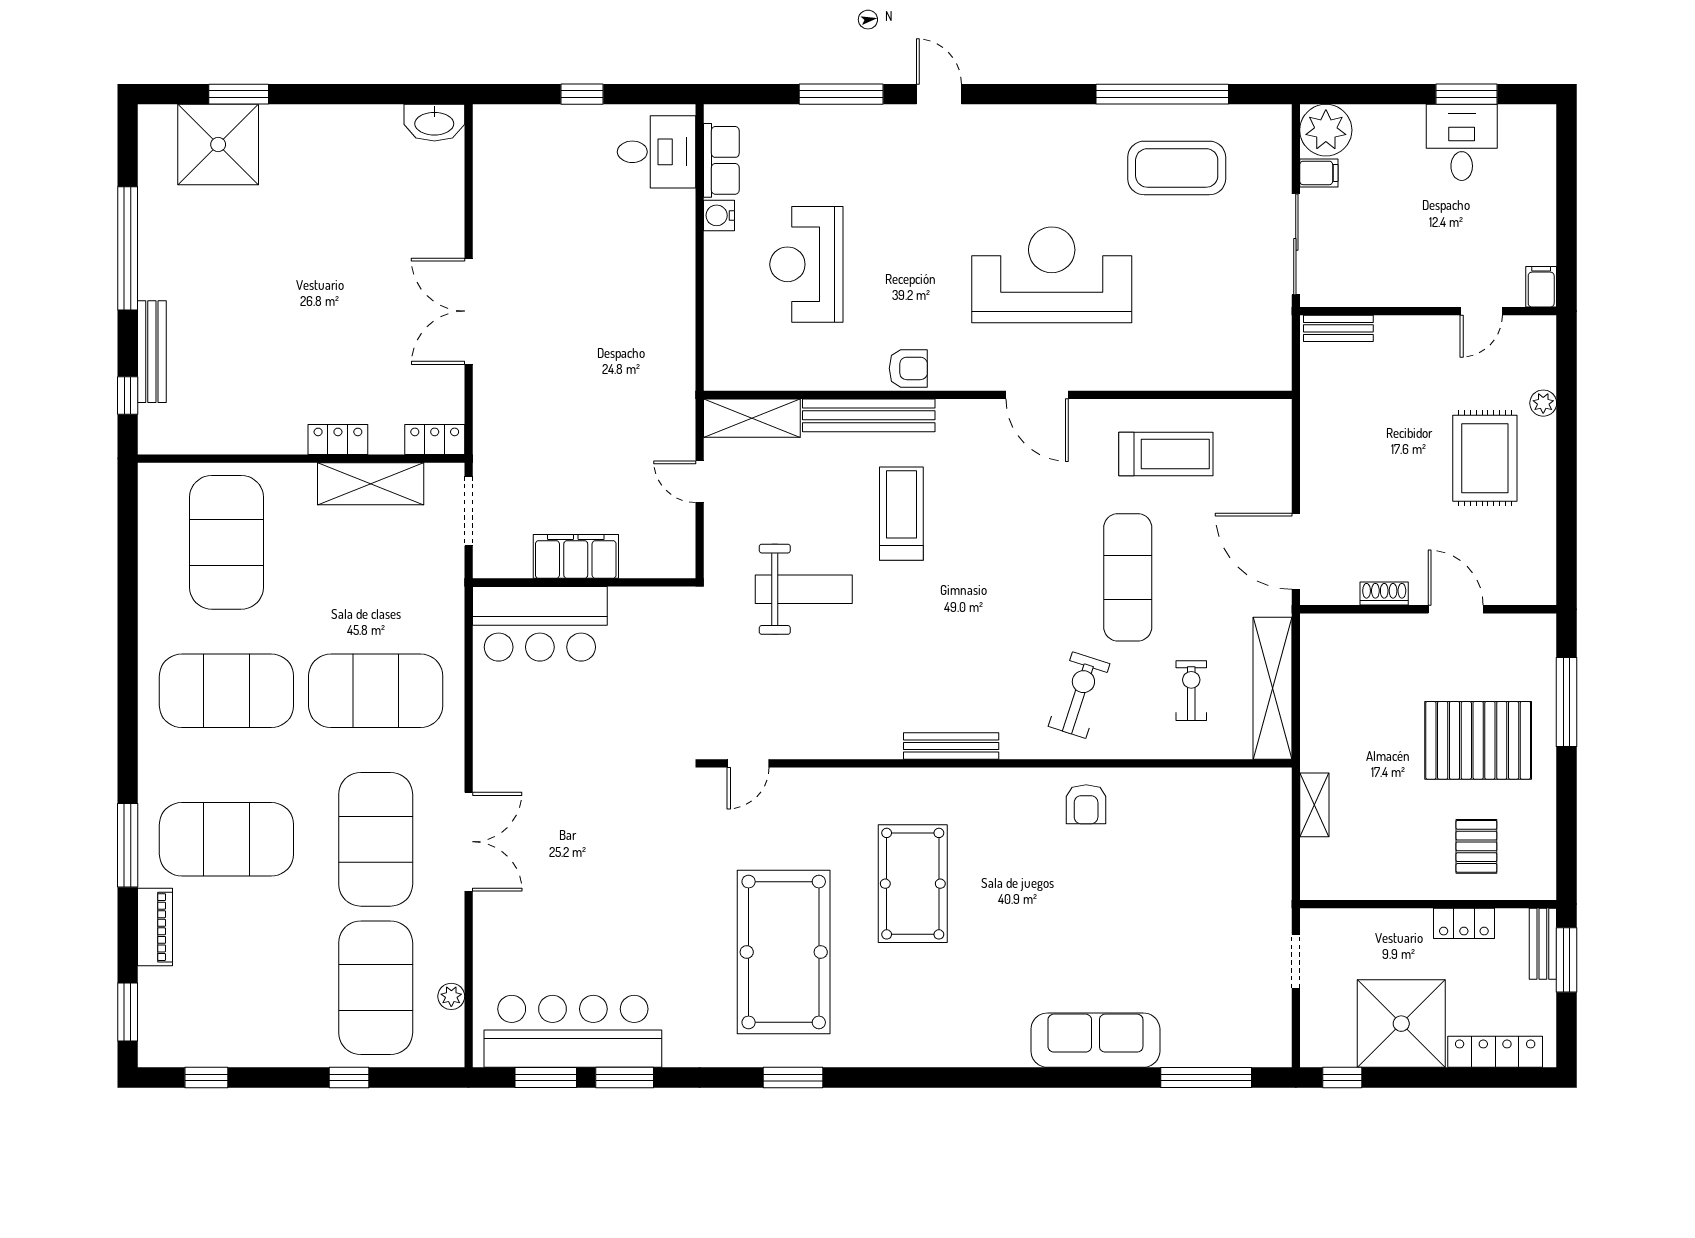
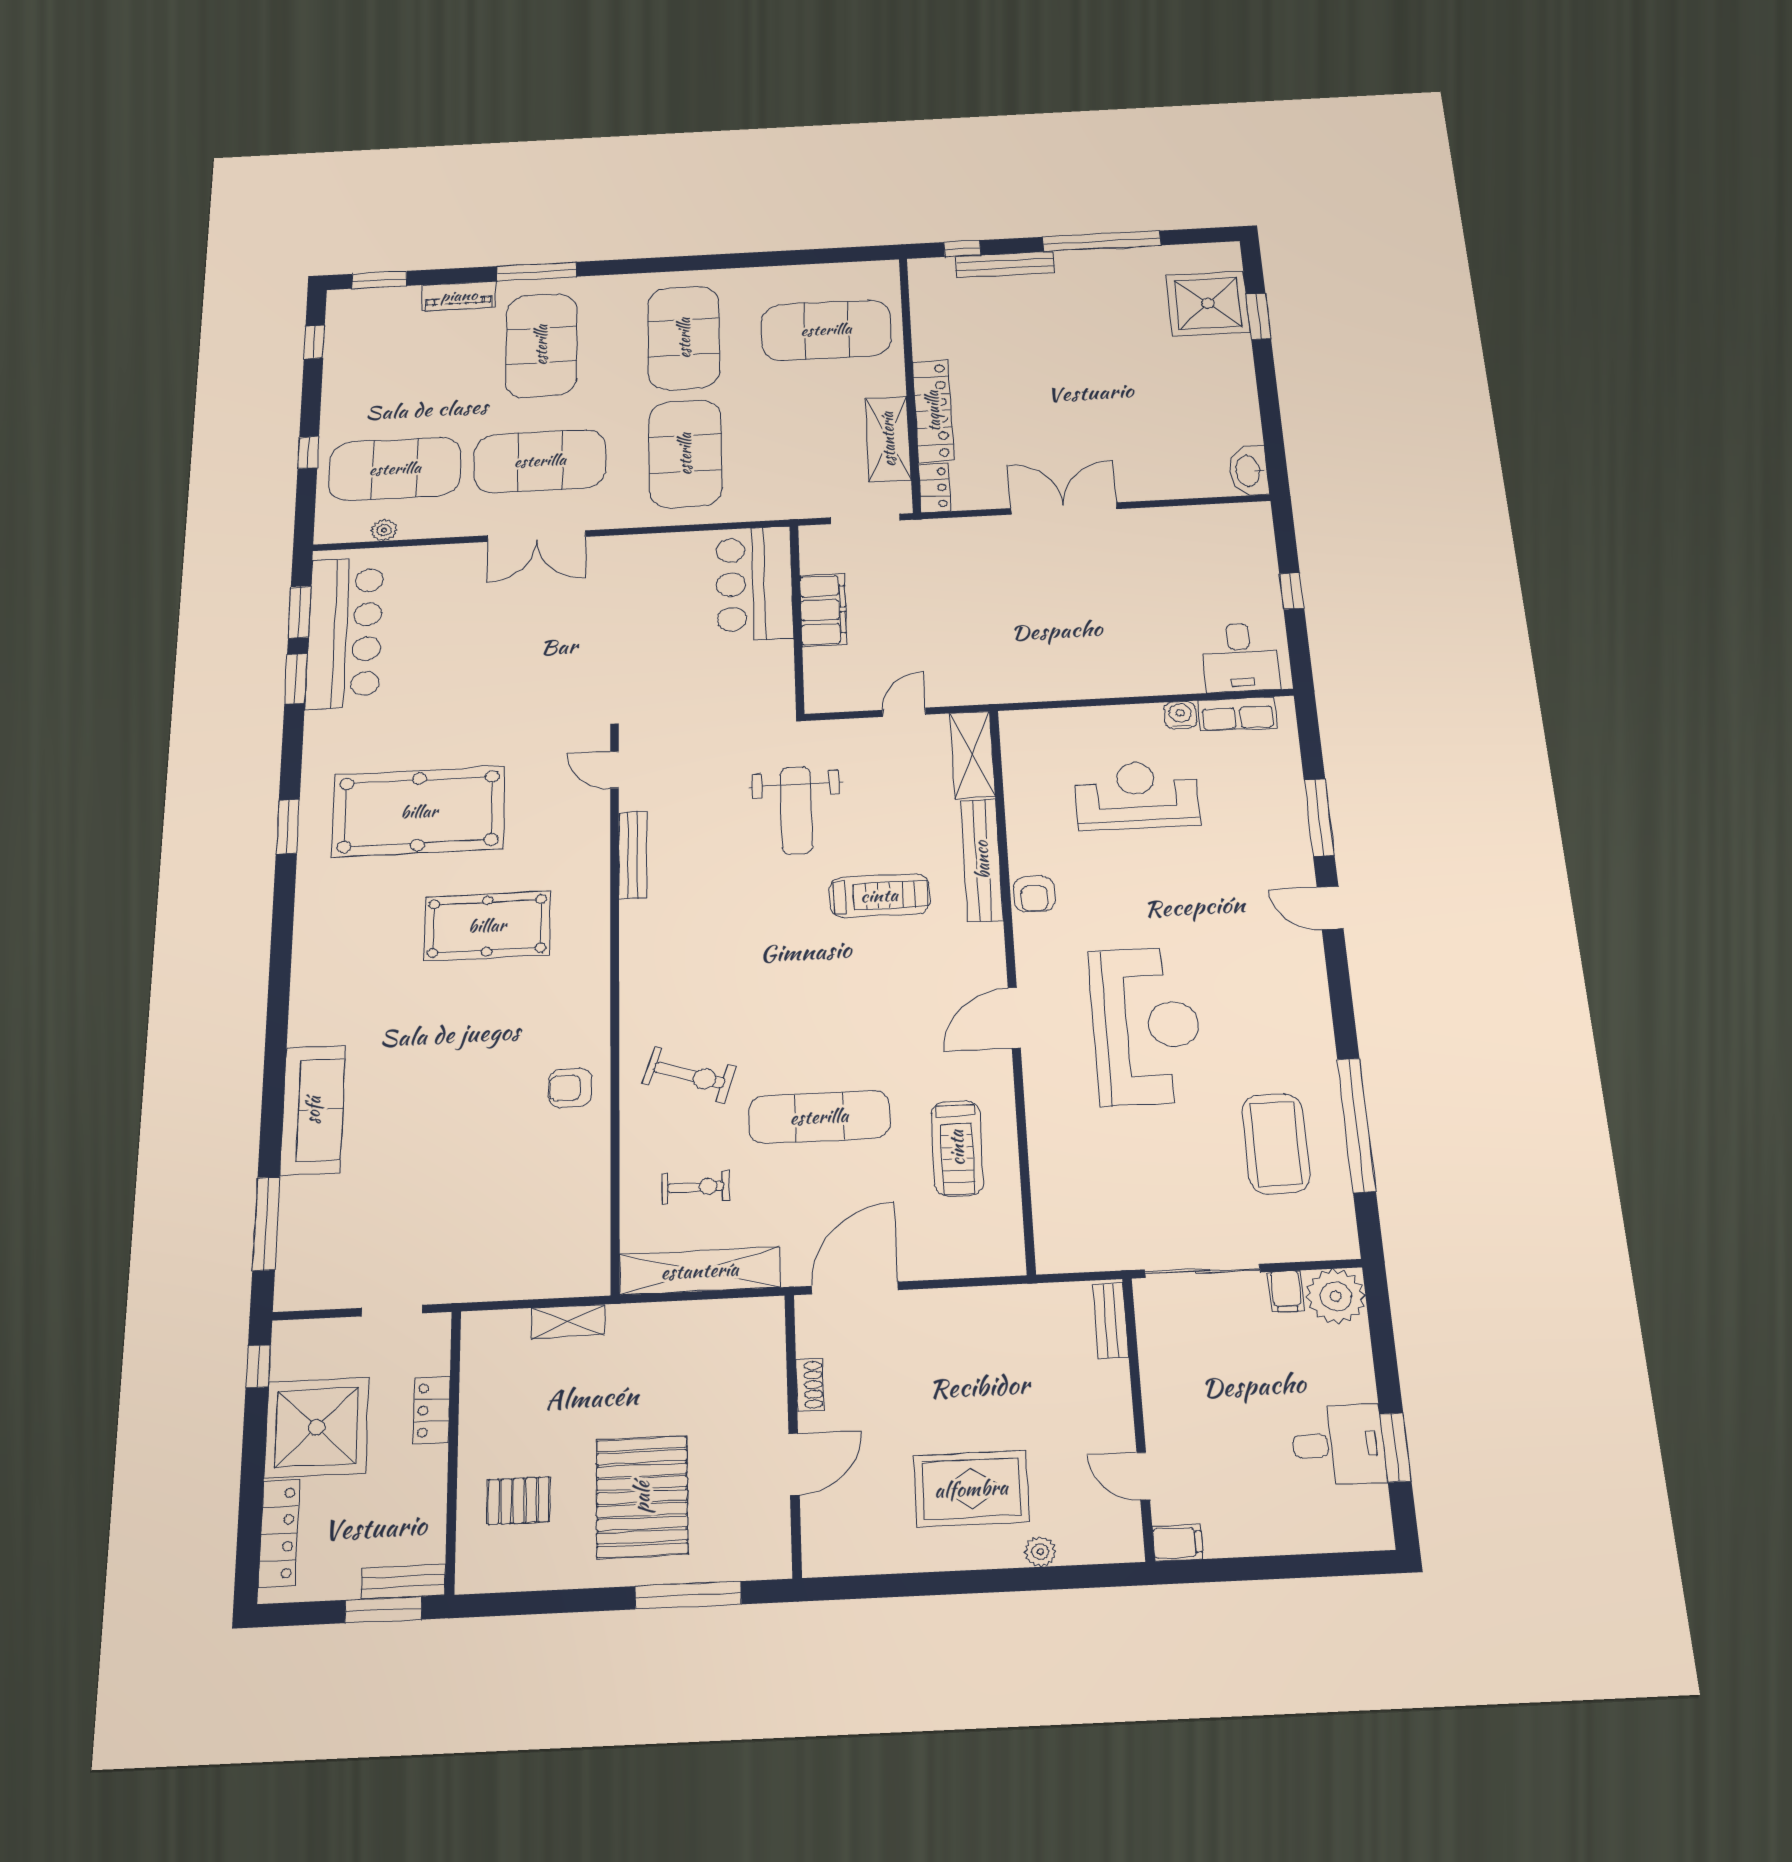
door: (939, 94) -> (1330, 908), swing flipped
locker: (338, 439) -> (933, 411), width x2.16, depth x1.21
bench: (951, 746) -> (633, 855), moved
locker: (1464, 923) -> (432, 1410), moved

